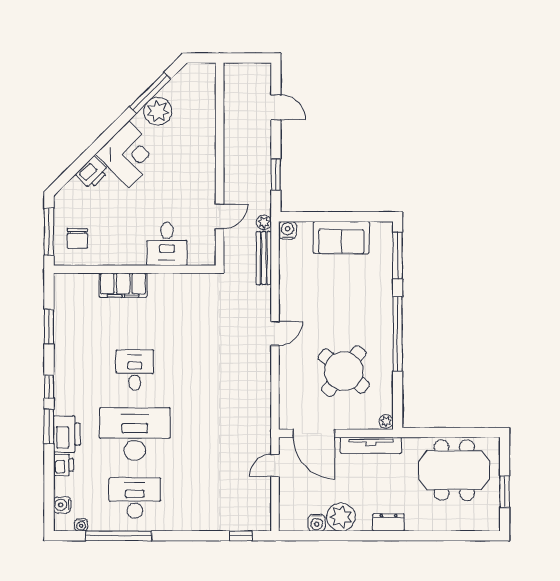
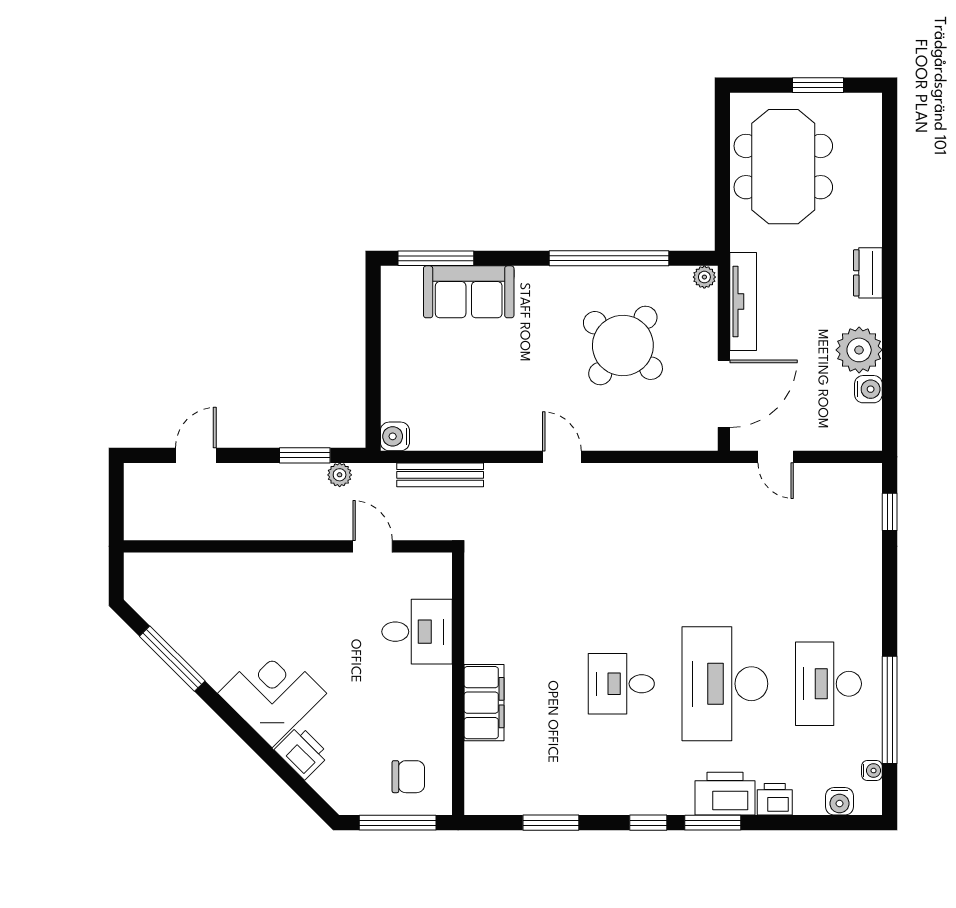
plant: (158, 111) -> (203, 647), removed
plant: (264, 222) -> (340, 475), moved
sofa: (341, 237) -> (469, 292), moved, turned 90
window: (398, 334) -> (609, 258), moved

